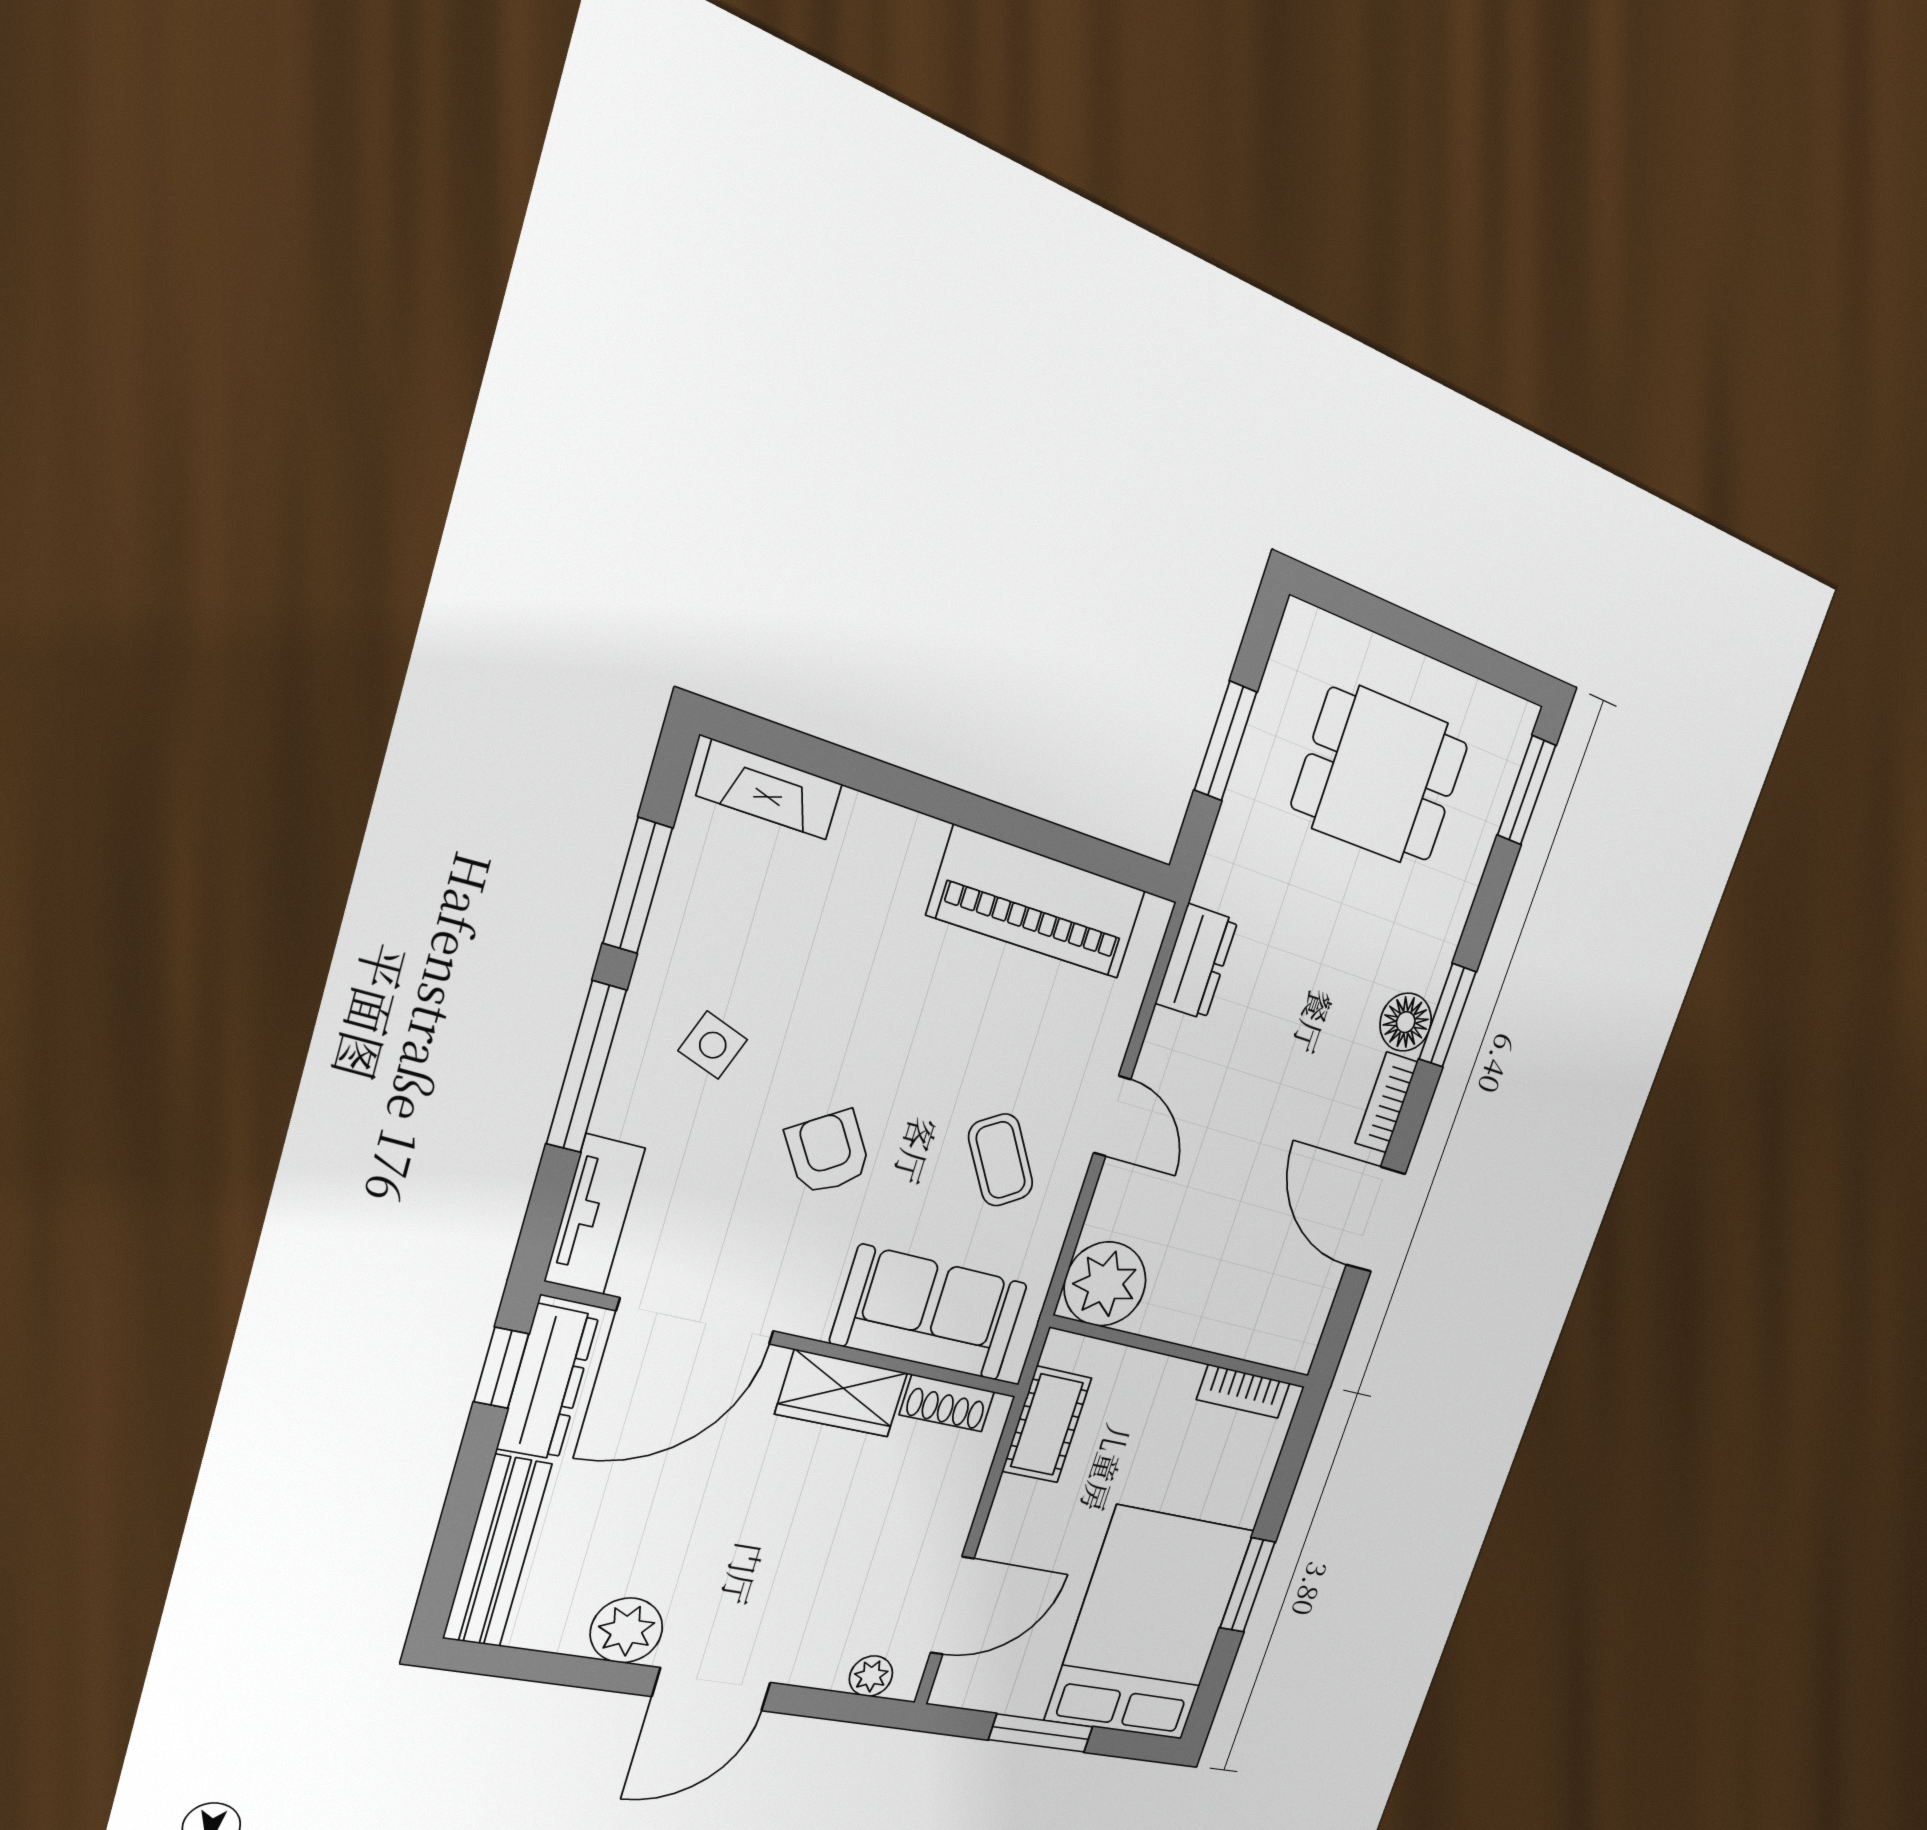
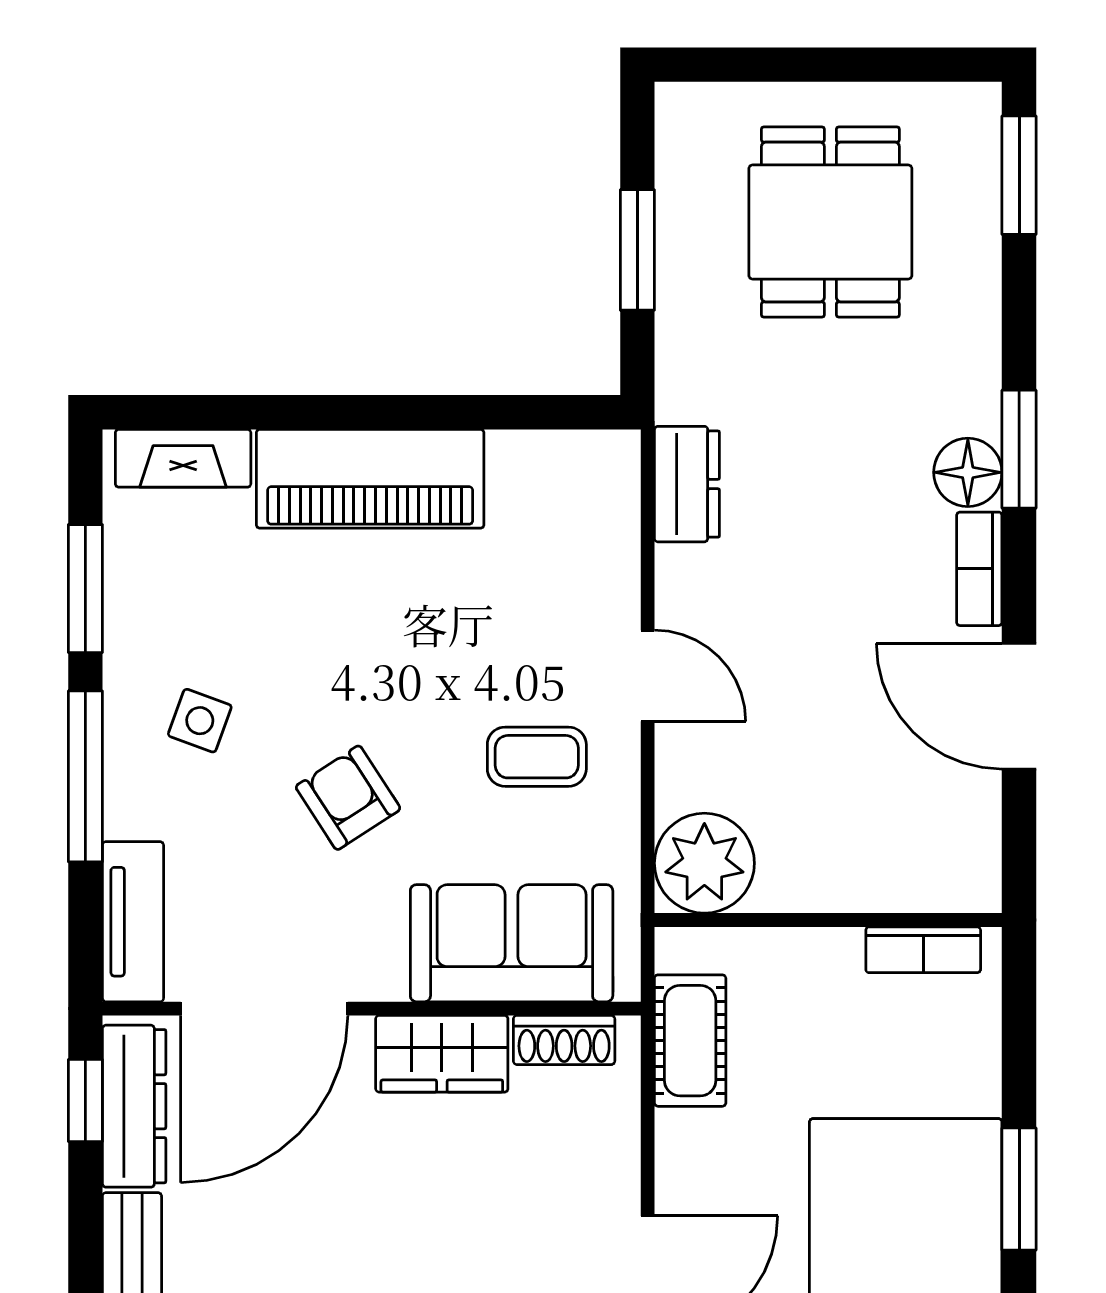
dining table: (1380, 775) -> (830, 222), turned 90
piano: (1037, 903) -> (370, 479), moved
coffee table: (1001, 1160) -> (537, 757), turned -58

